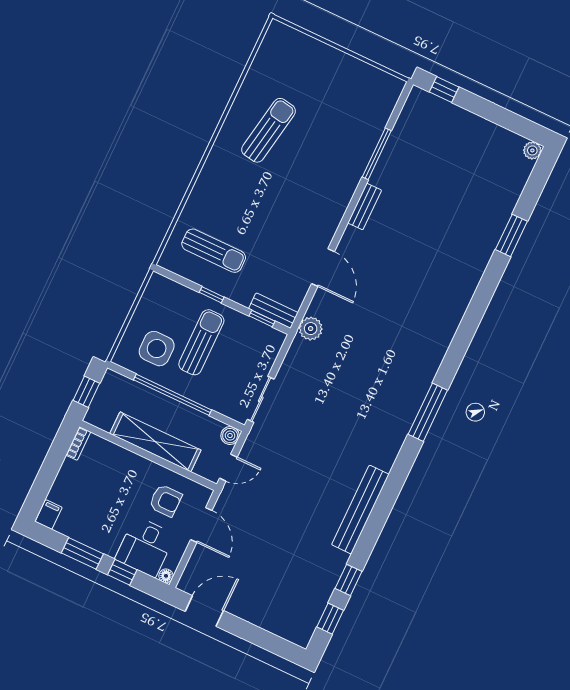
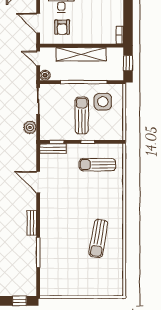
plant: (311, 329) -> (30, 127), moved
sun lounger: (201, 342) -> (82, 115), turned 180
door: (228, 468) -> (38, 59), hinge flipped
armchair: (166, 501) -> (62, 27), turned -90

